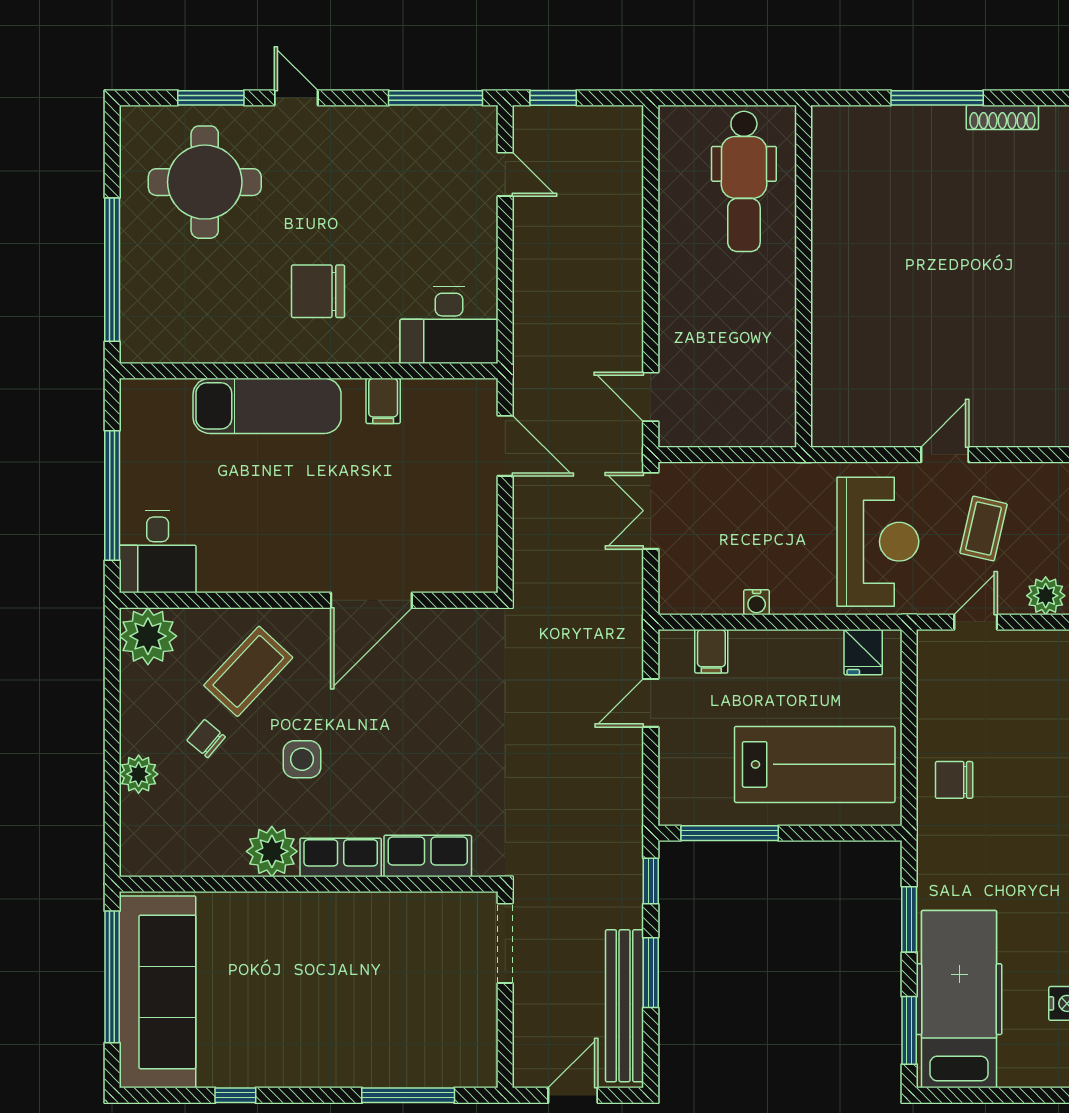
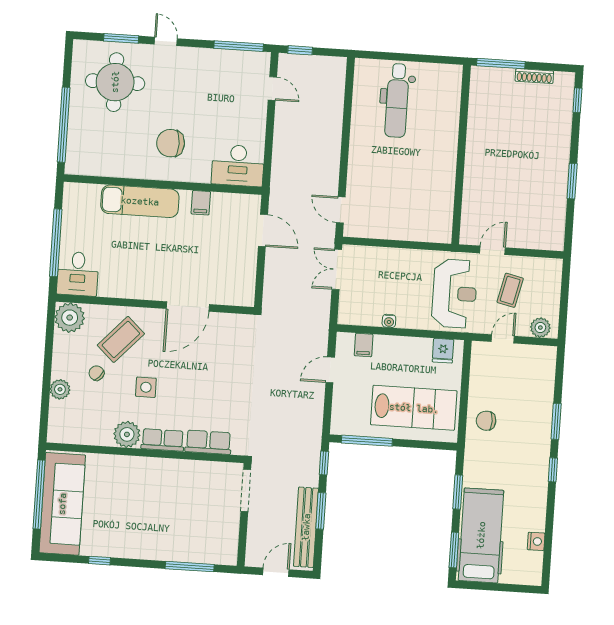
wall: (804, 276) -> (461, 155), moved

